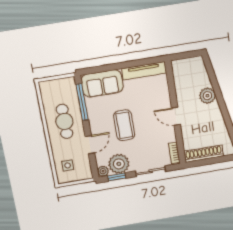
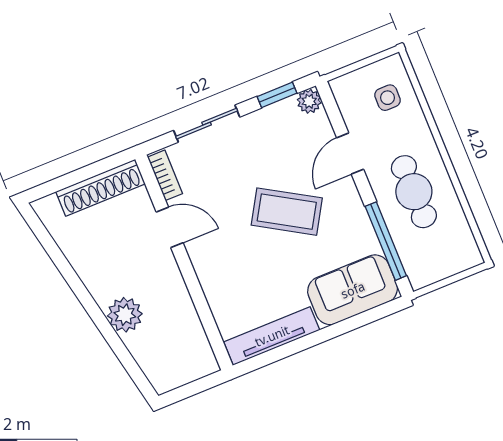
door: (176, 116) -> (170, 227), moved
coffee table: (124, 125) -> (287, 212), turned -59
plant: (119, 164) -> (279, 125), removed

